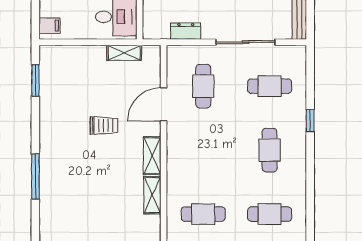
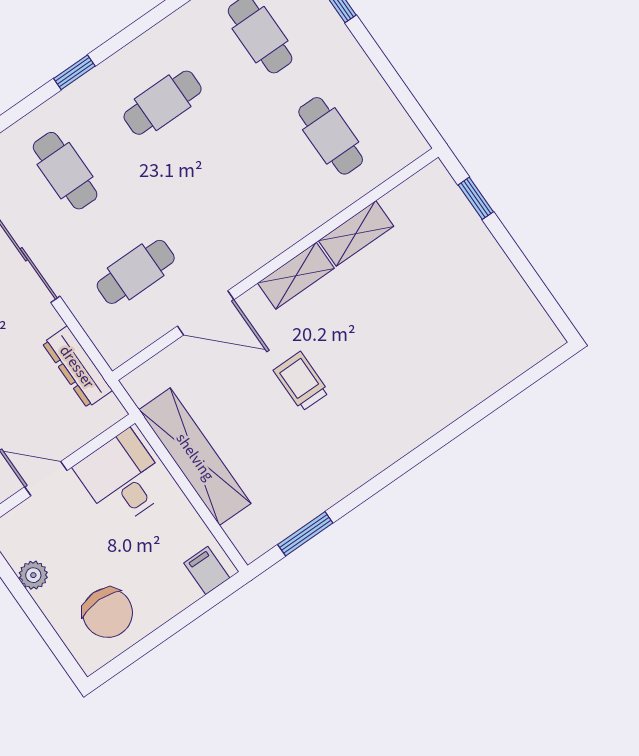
dresser: (186, 31) -> (77, 367), width x1.44
shelving: (124, 53) -> (195, 457), width x2.20, depth x1.33
window: (35, 177) -> (452, 431), removed

